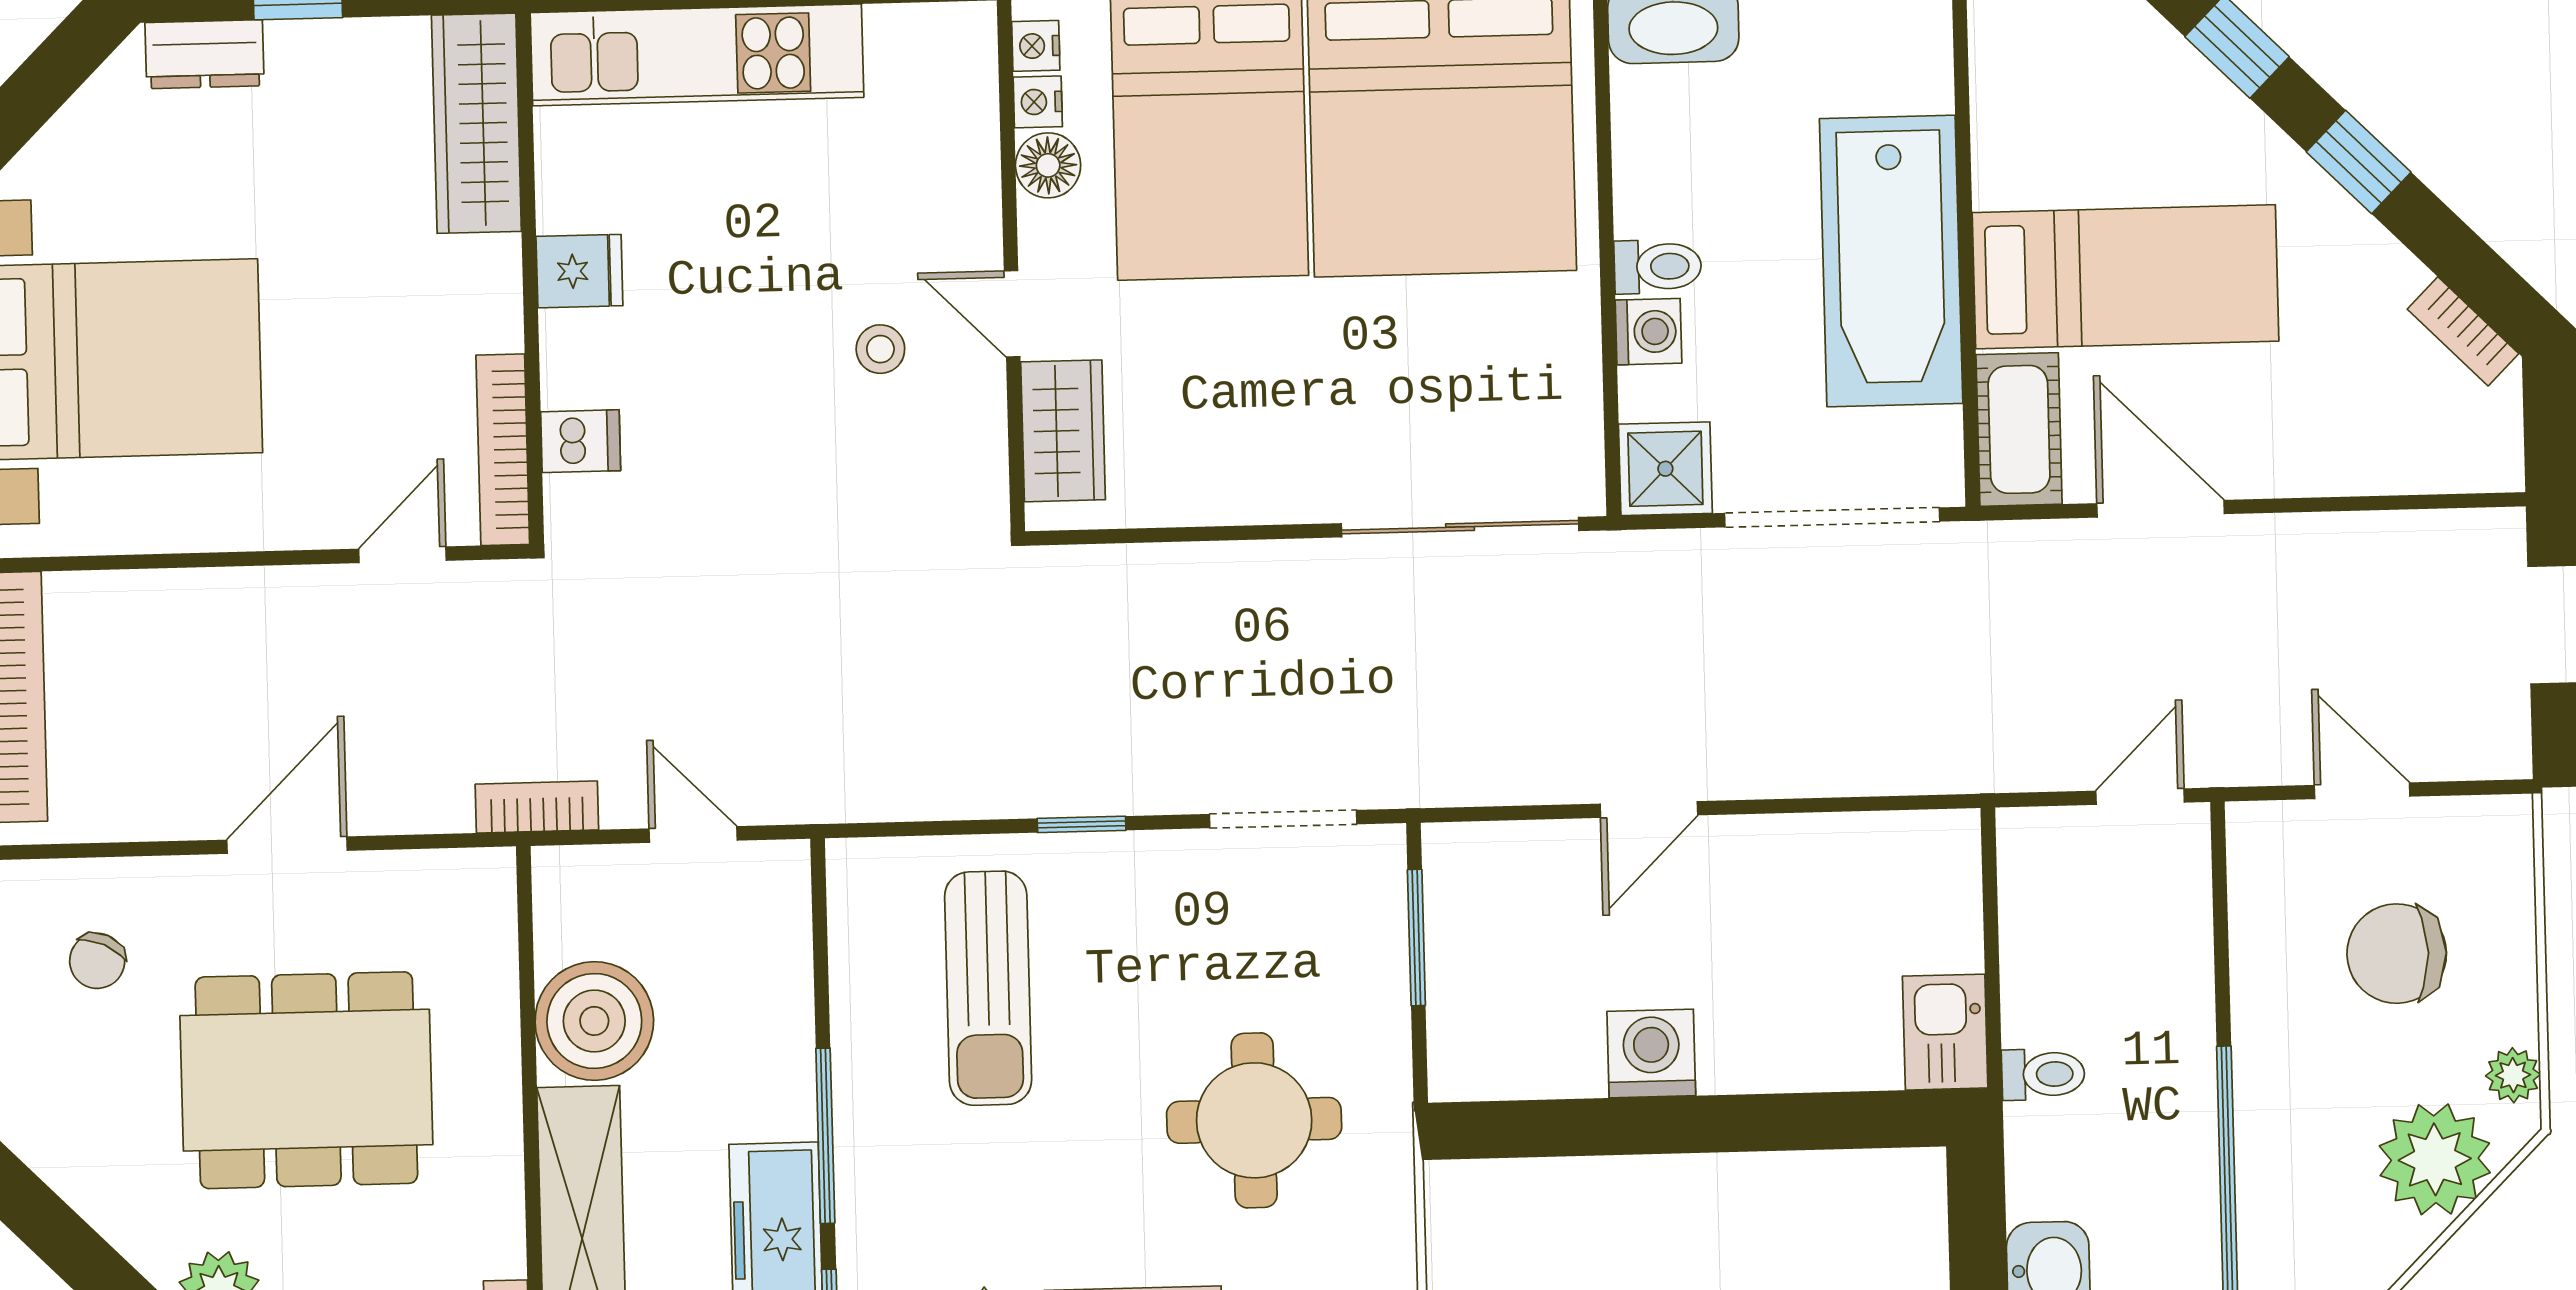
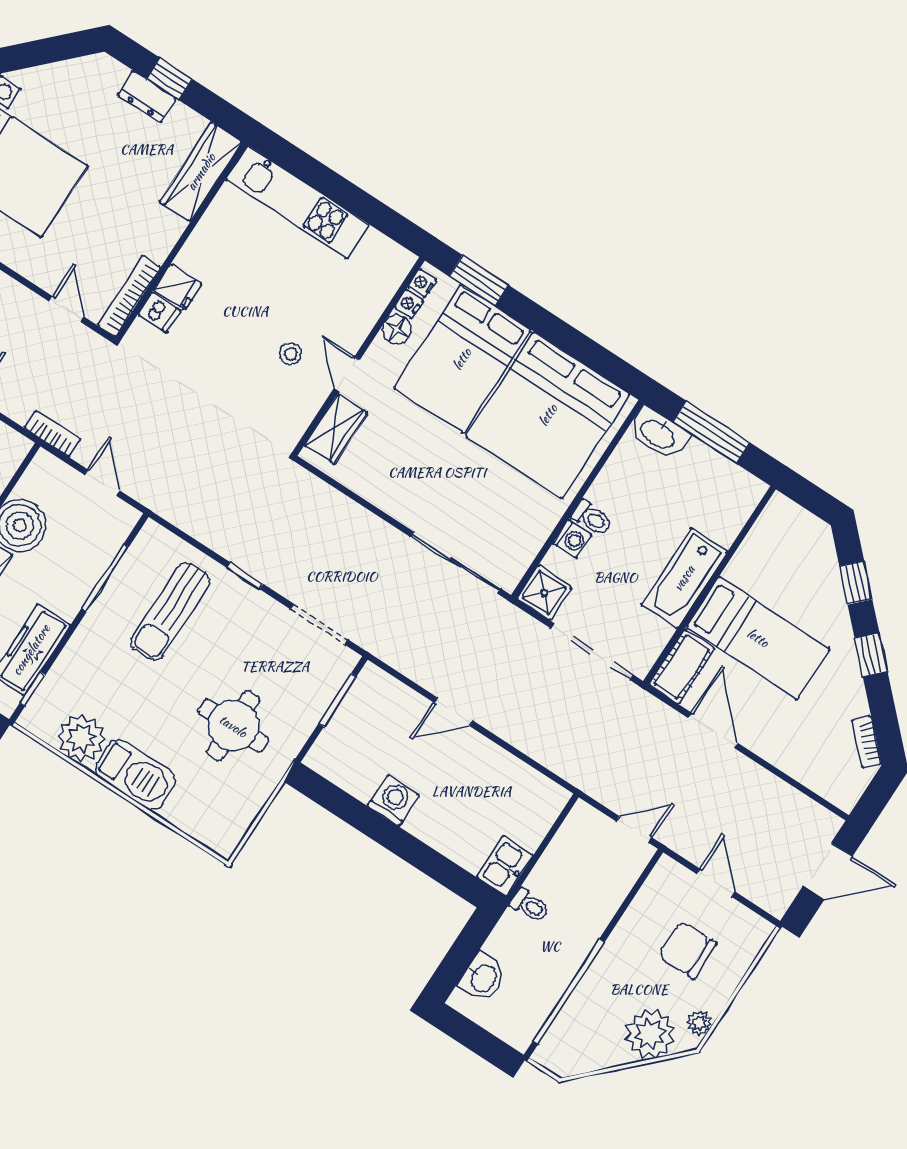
dresser: (205, 54) -> (147, 97), moved
bathtub: (1891, 261) -> (684, 578), width x0.73, depth x0.73
fridge: (579, 271) -> (178, 287), moved
door: (402, 555) -> (67, 309), hinge flipped
window: (825, 1136) -> (105, 578), moved

